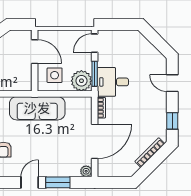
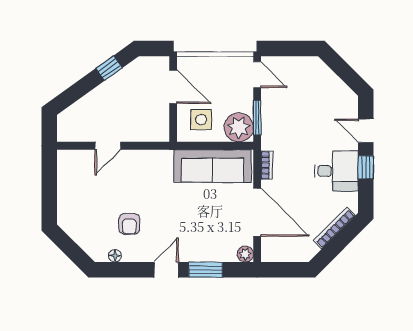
door: (95, 43) -> (257, 75), swing flipped
desk: (113, 82) -> (336, 171), moved, turned 180
sofa: (37, 108) -> (212, 166), moved
window: (172, 121) -> (366, 167), moved
door: (95, 141) -> (257, 212), hinge flipped

